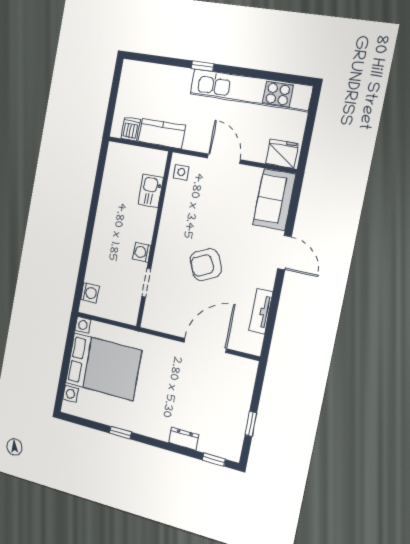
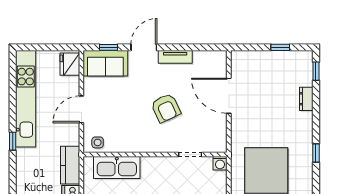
kitchen sink: (151, 191) -> (117, 167), width x1.88, depth x1.24
window: (293, 207) -> (109, 47), added
washing machine: (142, 252) -> (220, 163), moved
tv unit: (261, 311) -> (175, 57), moved

